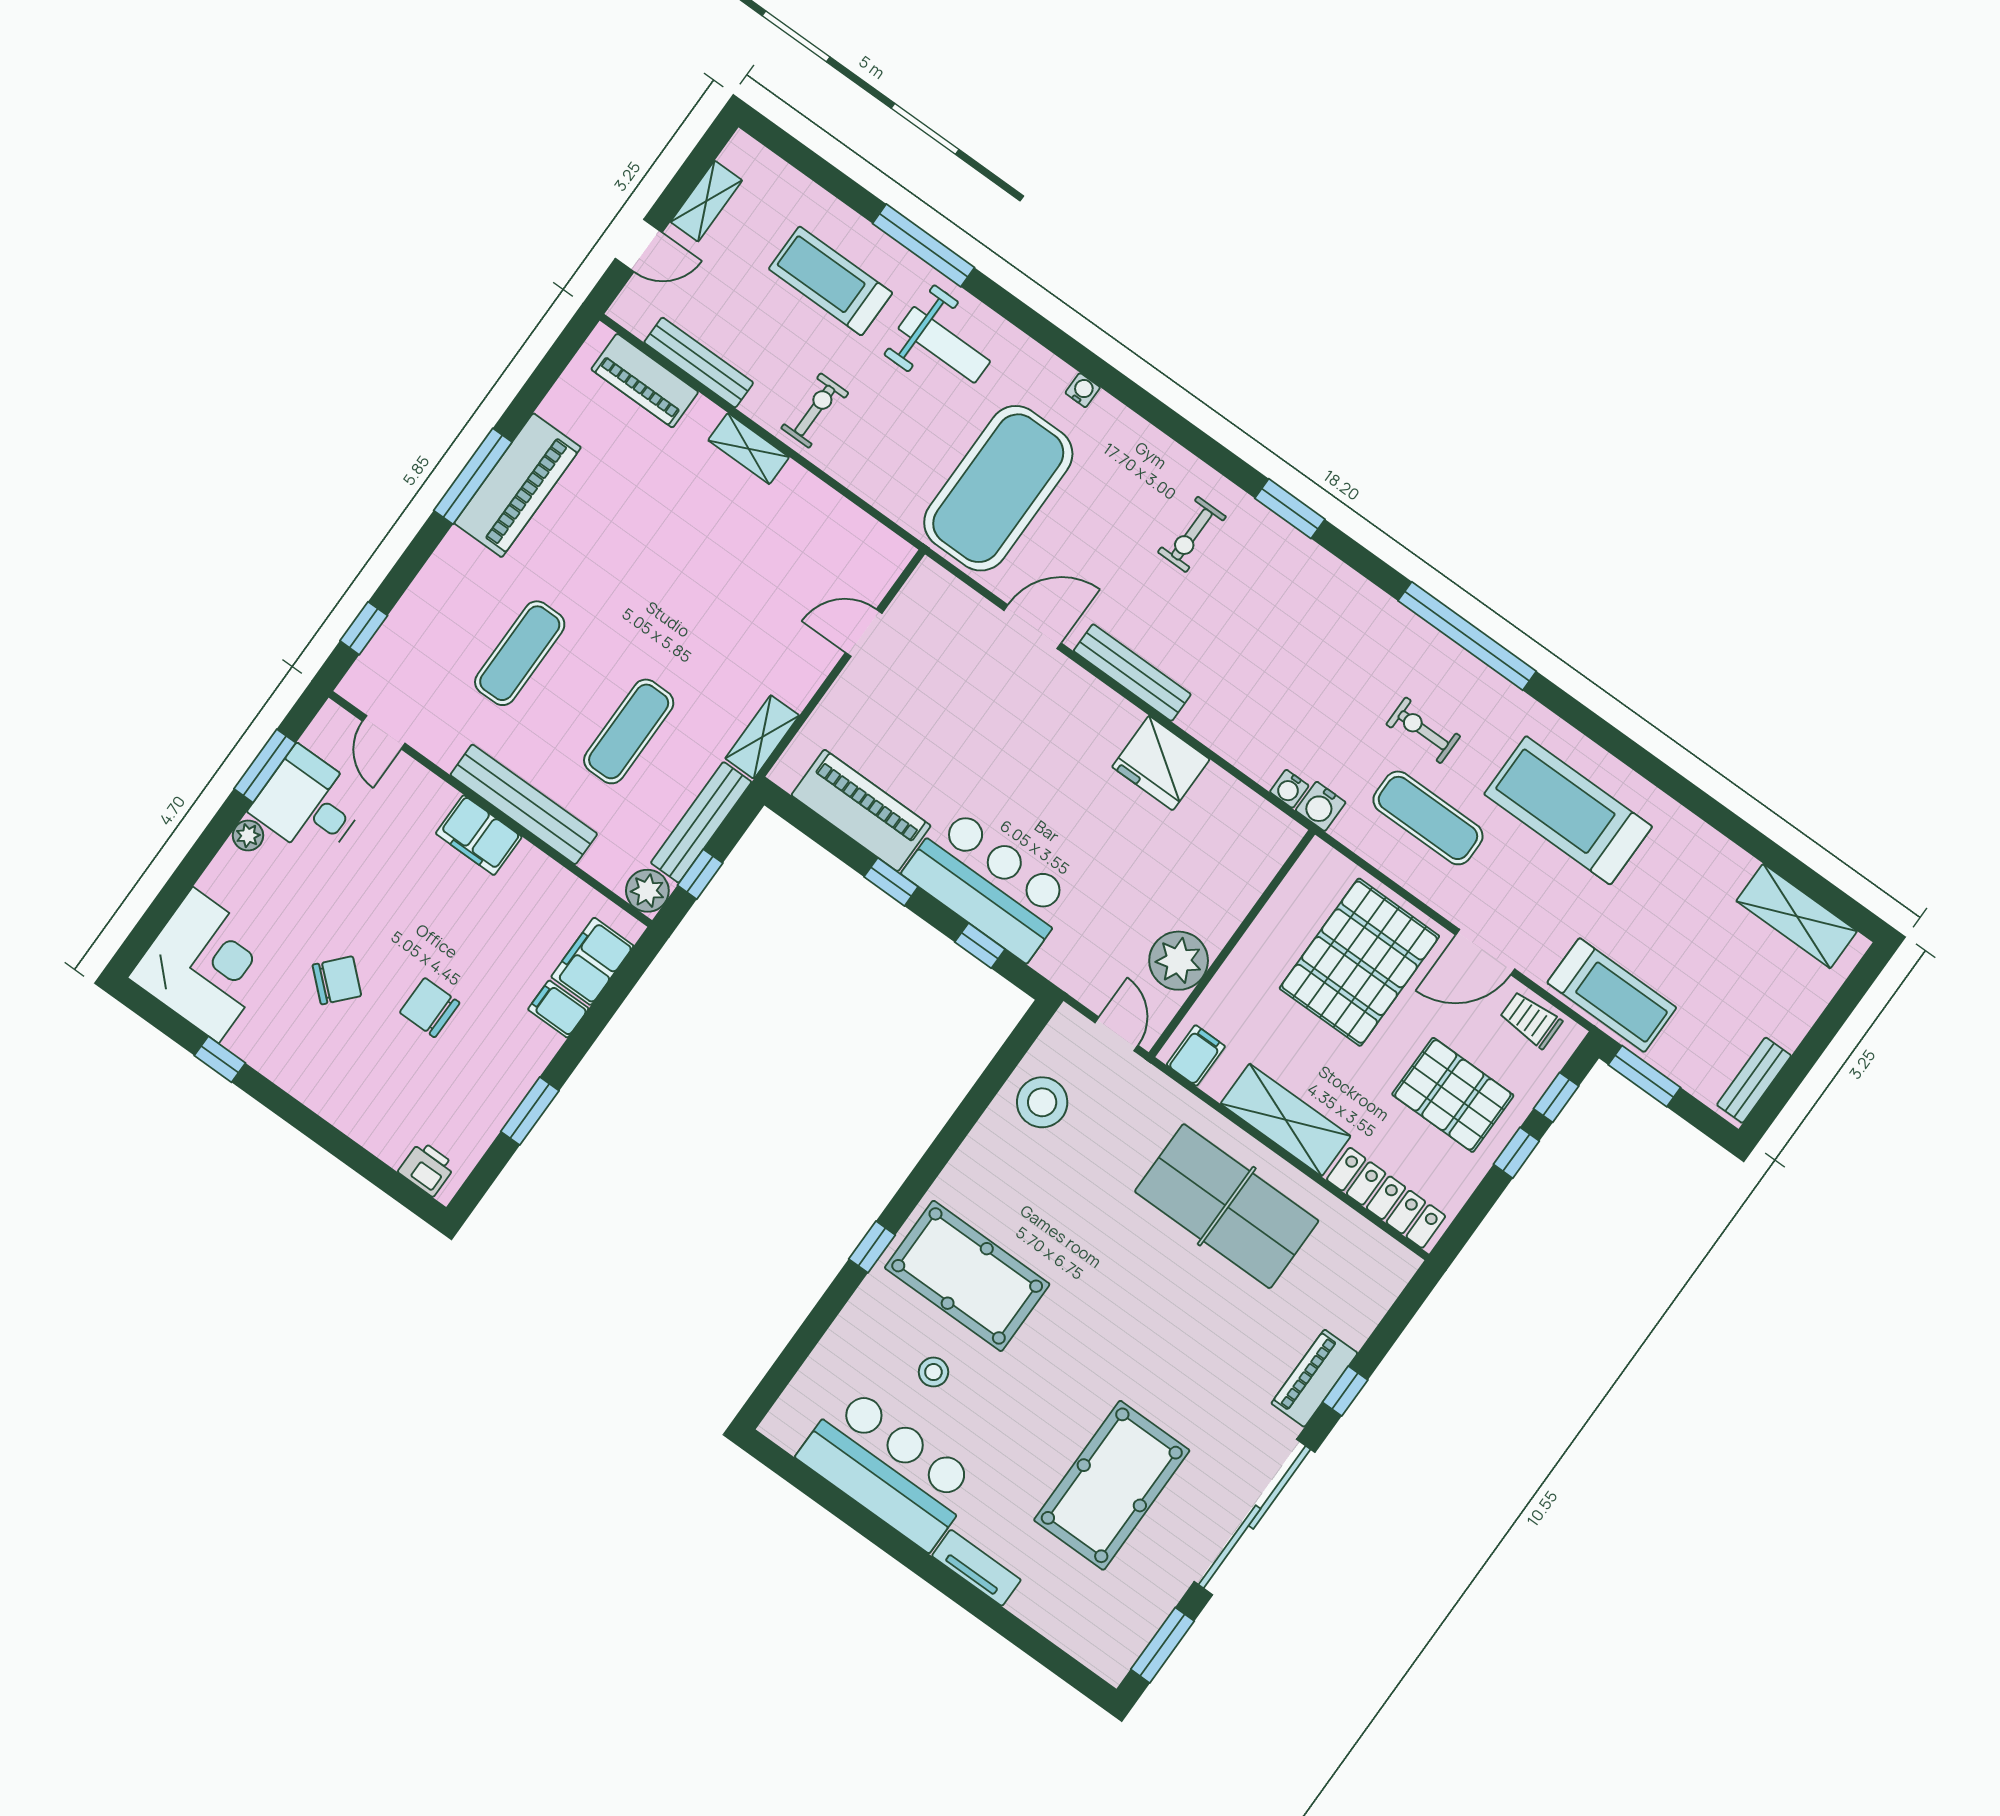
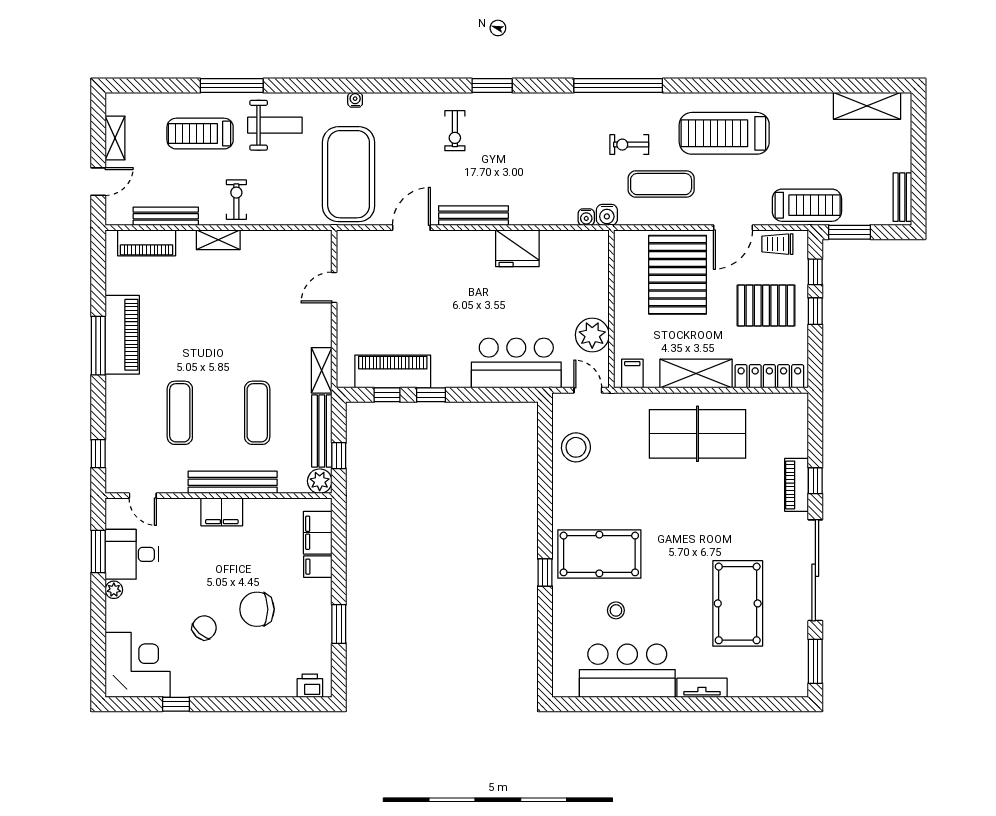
bar counter: (989, 884) -> (516, 363), moved
window: (980, 946) -> (387, 395), moved
chair: (430, 1008) -> (257, 609), width x1.37, depth x1.37

